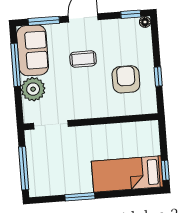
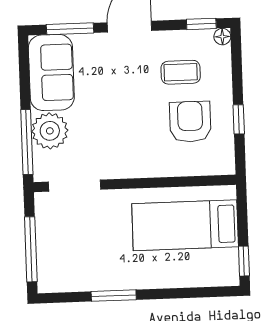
coffee table: (83, 59) -> (181, 72), moved
window: (16, 65) -> (27, 142), moved
bed: (127, 174) -> (185, 225), moved

